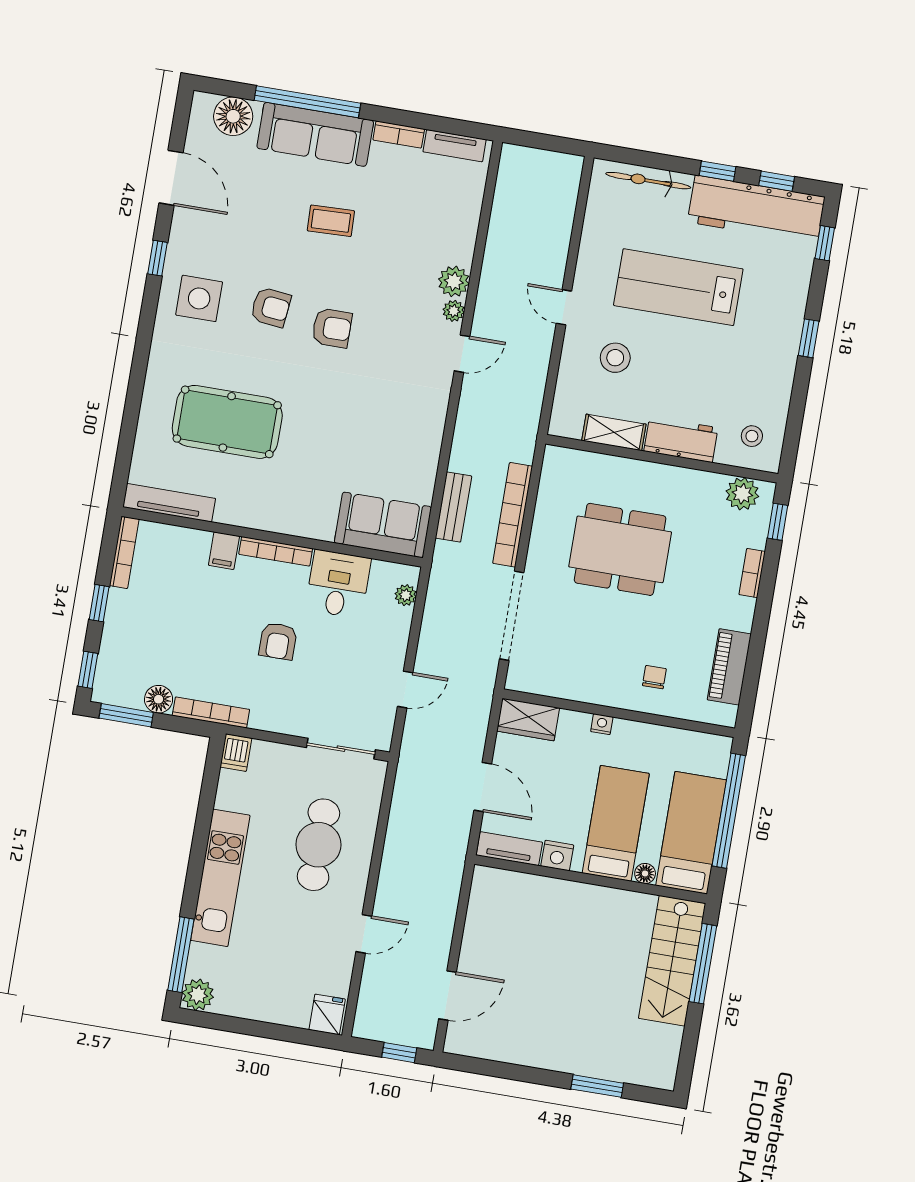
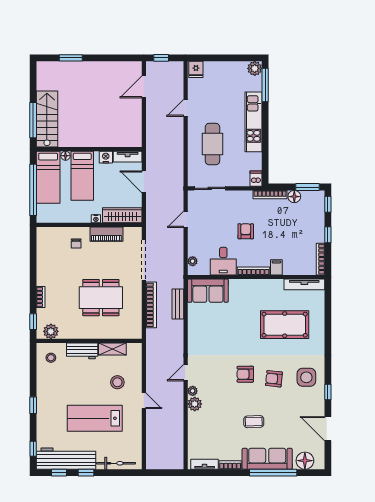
lab bench: (678, 287) -> (95, 418), turned 180
piano: (729, 667) -> (106, 234), moved, turned 90
wardrobe: (528, 719) -> (122, 215), width x1.50

